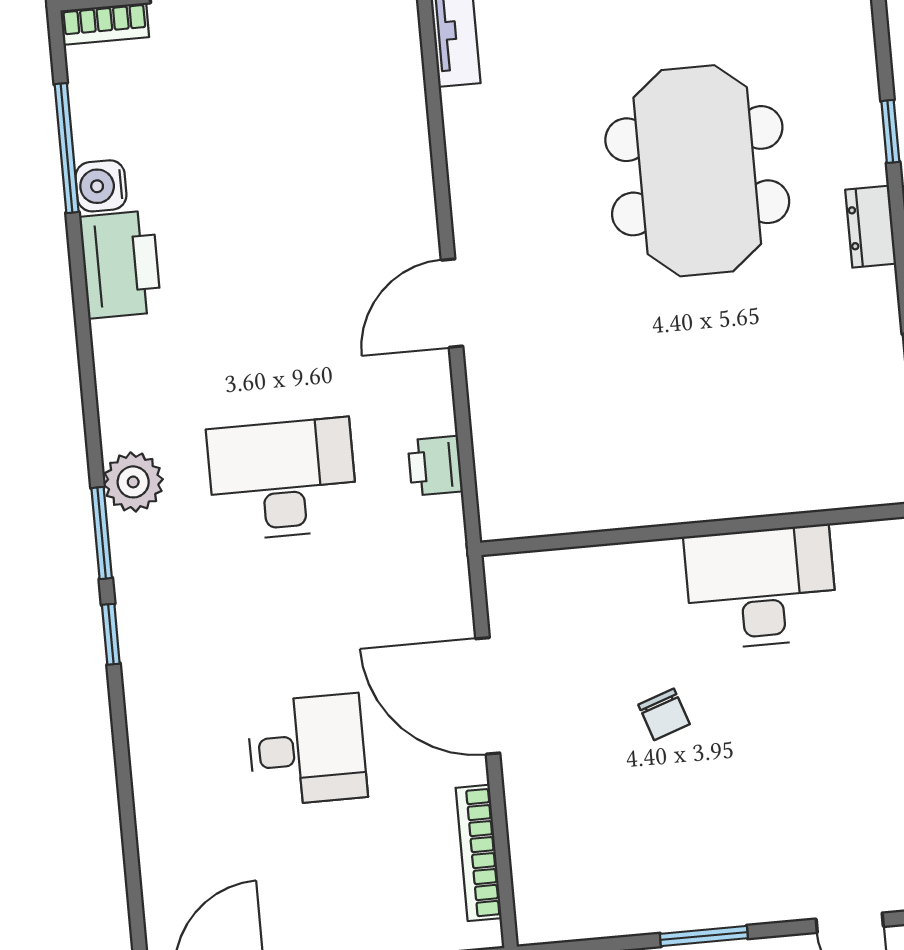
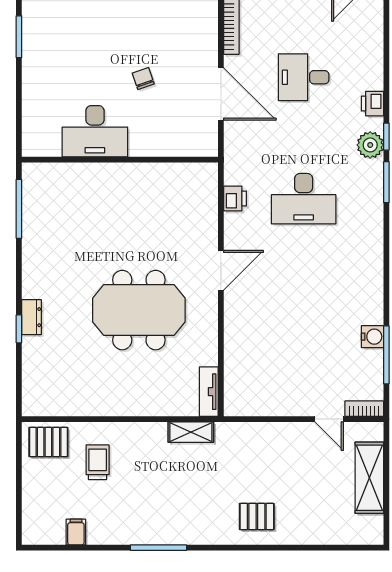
meeting table: (697, 171) -> (139, 310), moved, turned 90
dresser: (871, 227) -> (31, 317), moved
printer: (120, 264) -> (372, 104), moved, width x0.53, depth x0.68
plant: (133, 482) -> (370, 145), moved

